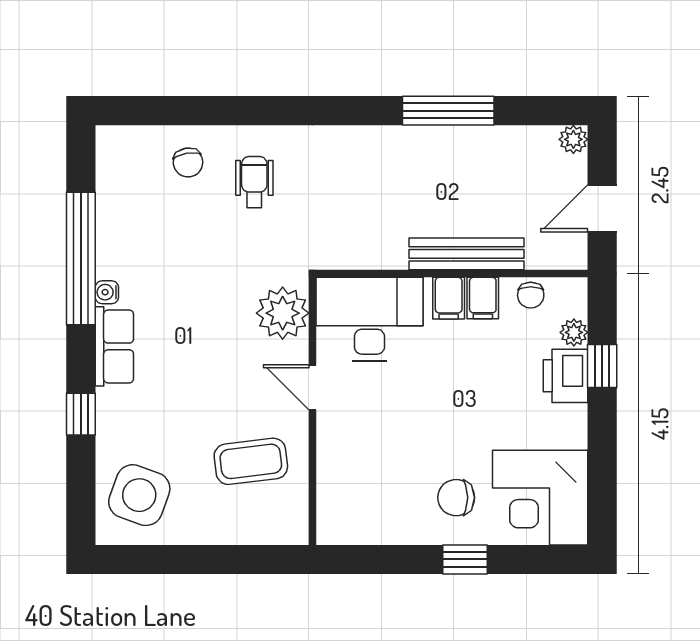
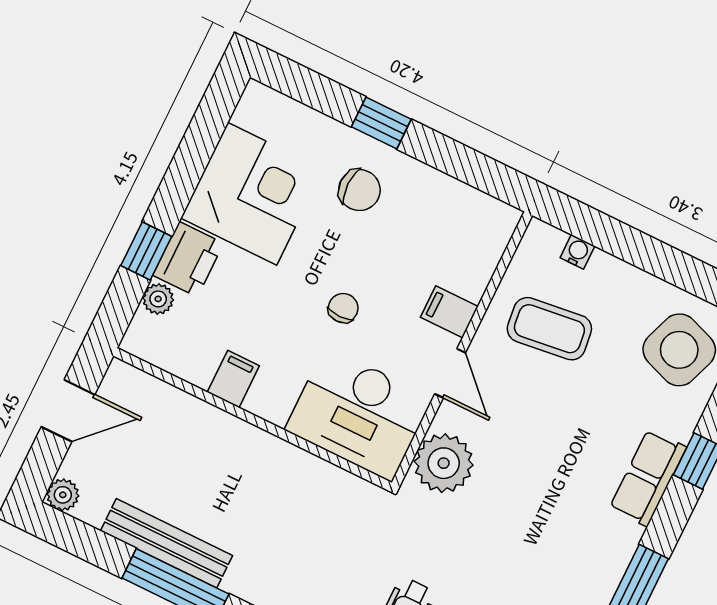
bench: (466, 254) -> (166, 543), moved
water cooler: (107, 292) -> (577, 252), moved, turned -90
chair: (531, 295) -> (343, 308), moved
filing cabinet: (449, 298) -> (449, 312), moved, turned -90
row of seats: (114, 346) -> (648, 478), moved
corner desk: (540, 498) -> (252, 194), moved

